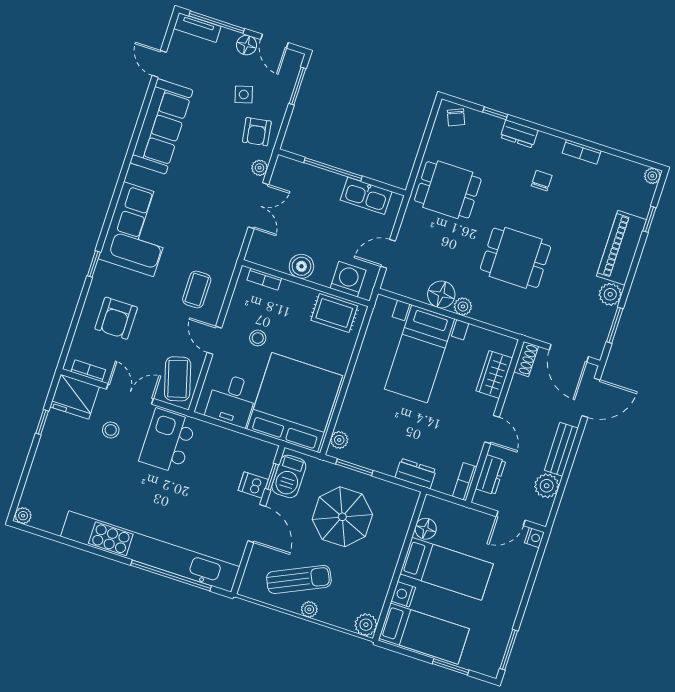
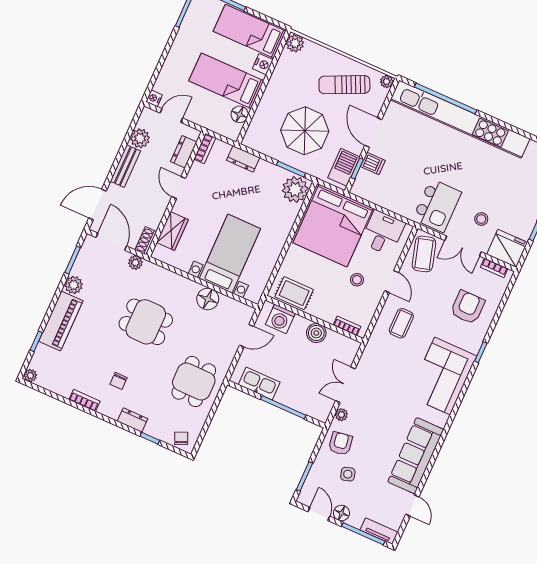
dining table: (448, 190) -> (194, 382), turned 90
plant: (463, 306) -> (135, 263), moved
plant: (339, 440) -> (295, 190), width x1.87, depth x1.87
plant: (309, 609) -> (387, 82), moved

